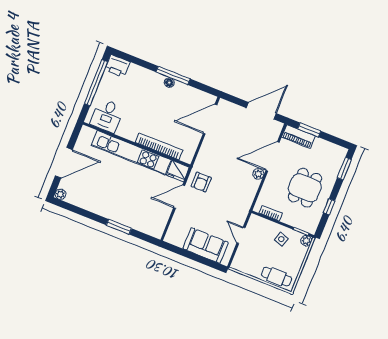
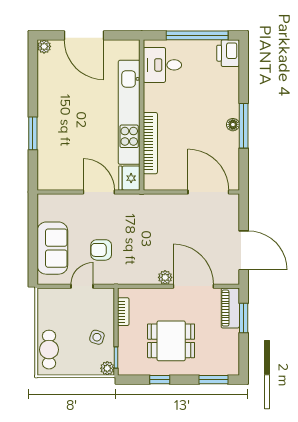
armchair: (201, 182) -> (101, 250), moved

